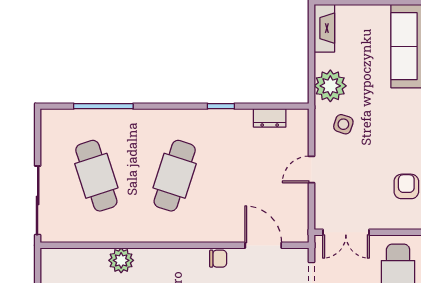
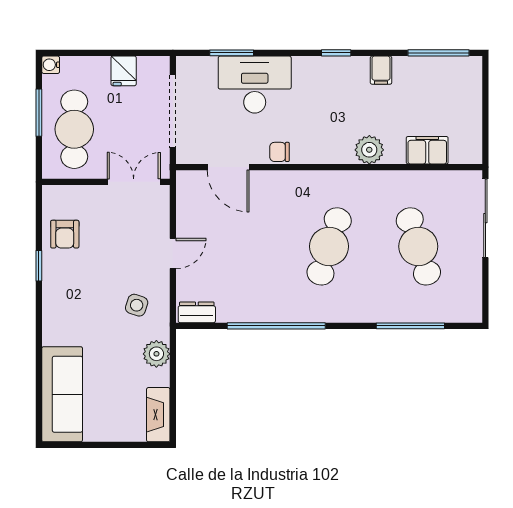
plant: (330, 86) -> (156, 354), width x0.73, depth x0.73
window: (221, 106) -> (276, 326), width x3.17
dresser: (270, 118) -> (197, 312), moved
filing cabinet: (89, 260) -> (427, 150), added
plant: (121, 260) -> (369, 150), moved

